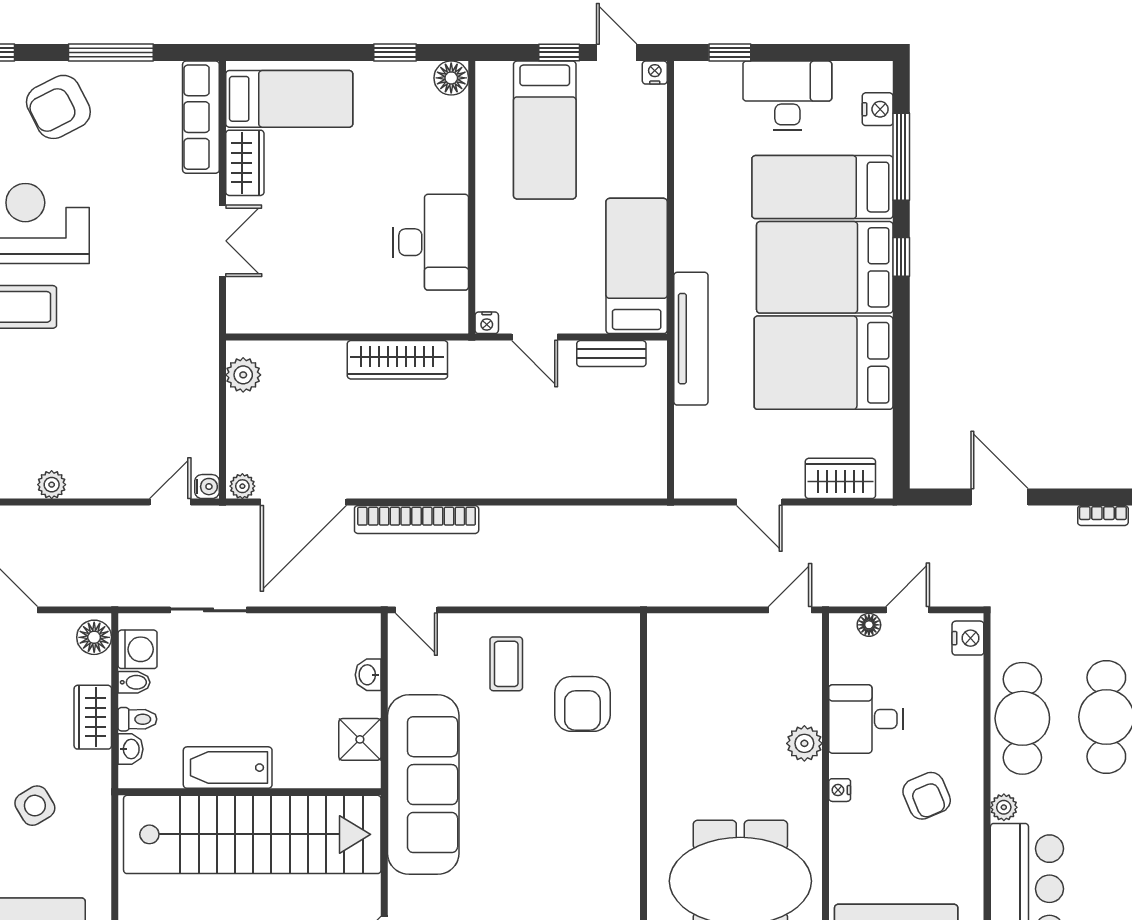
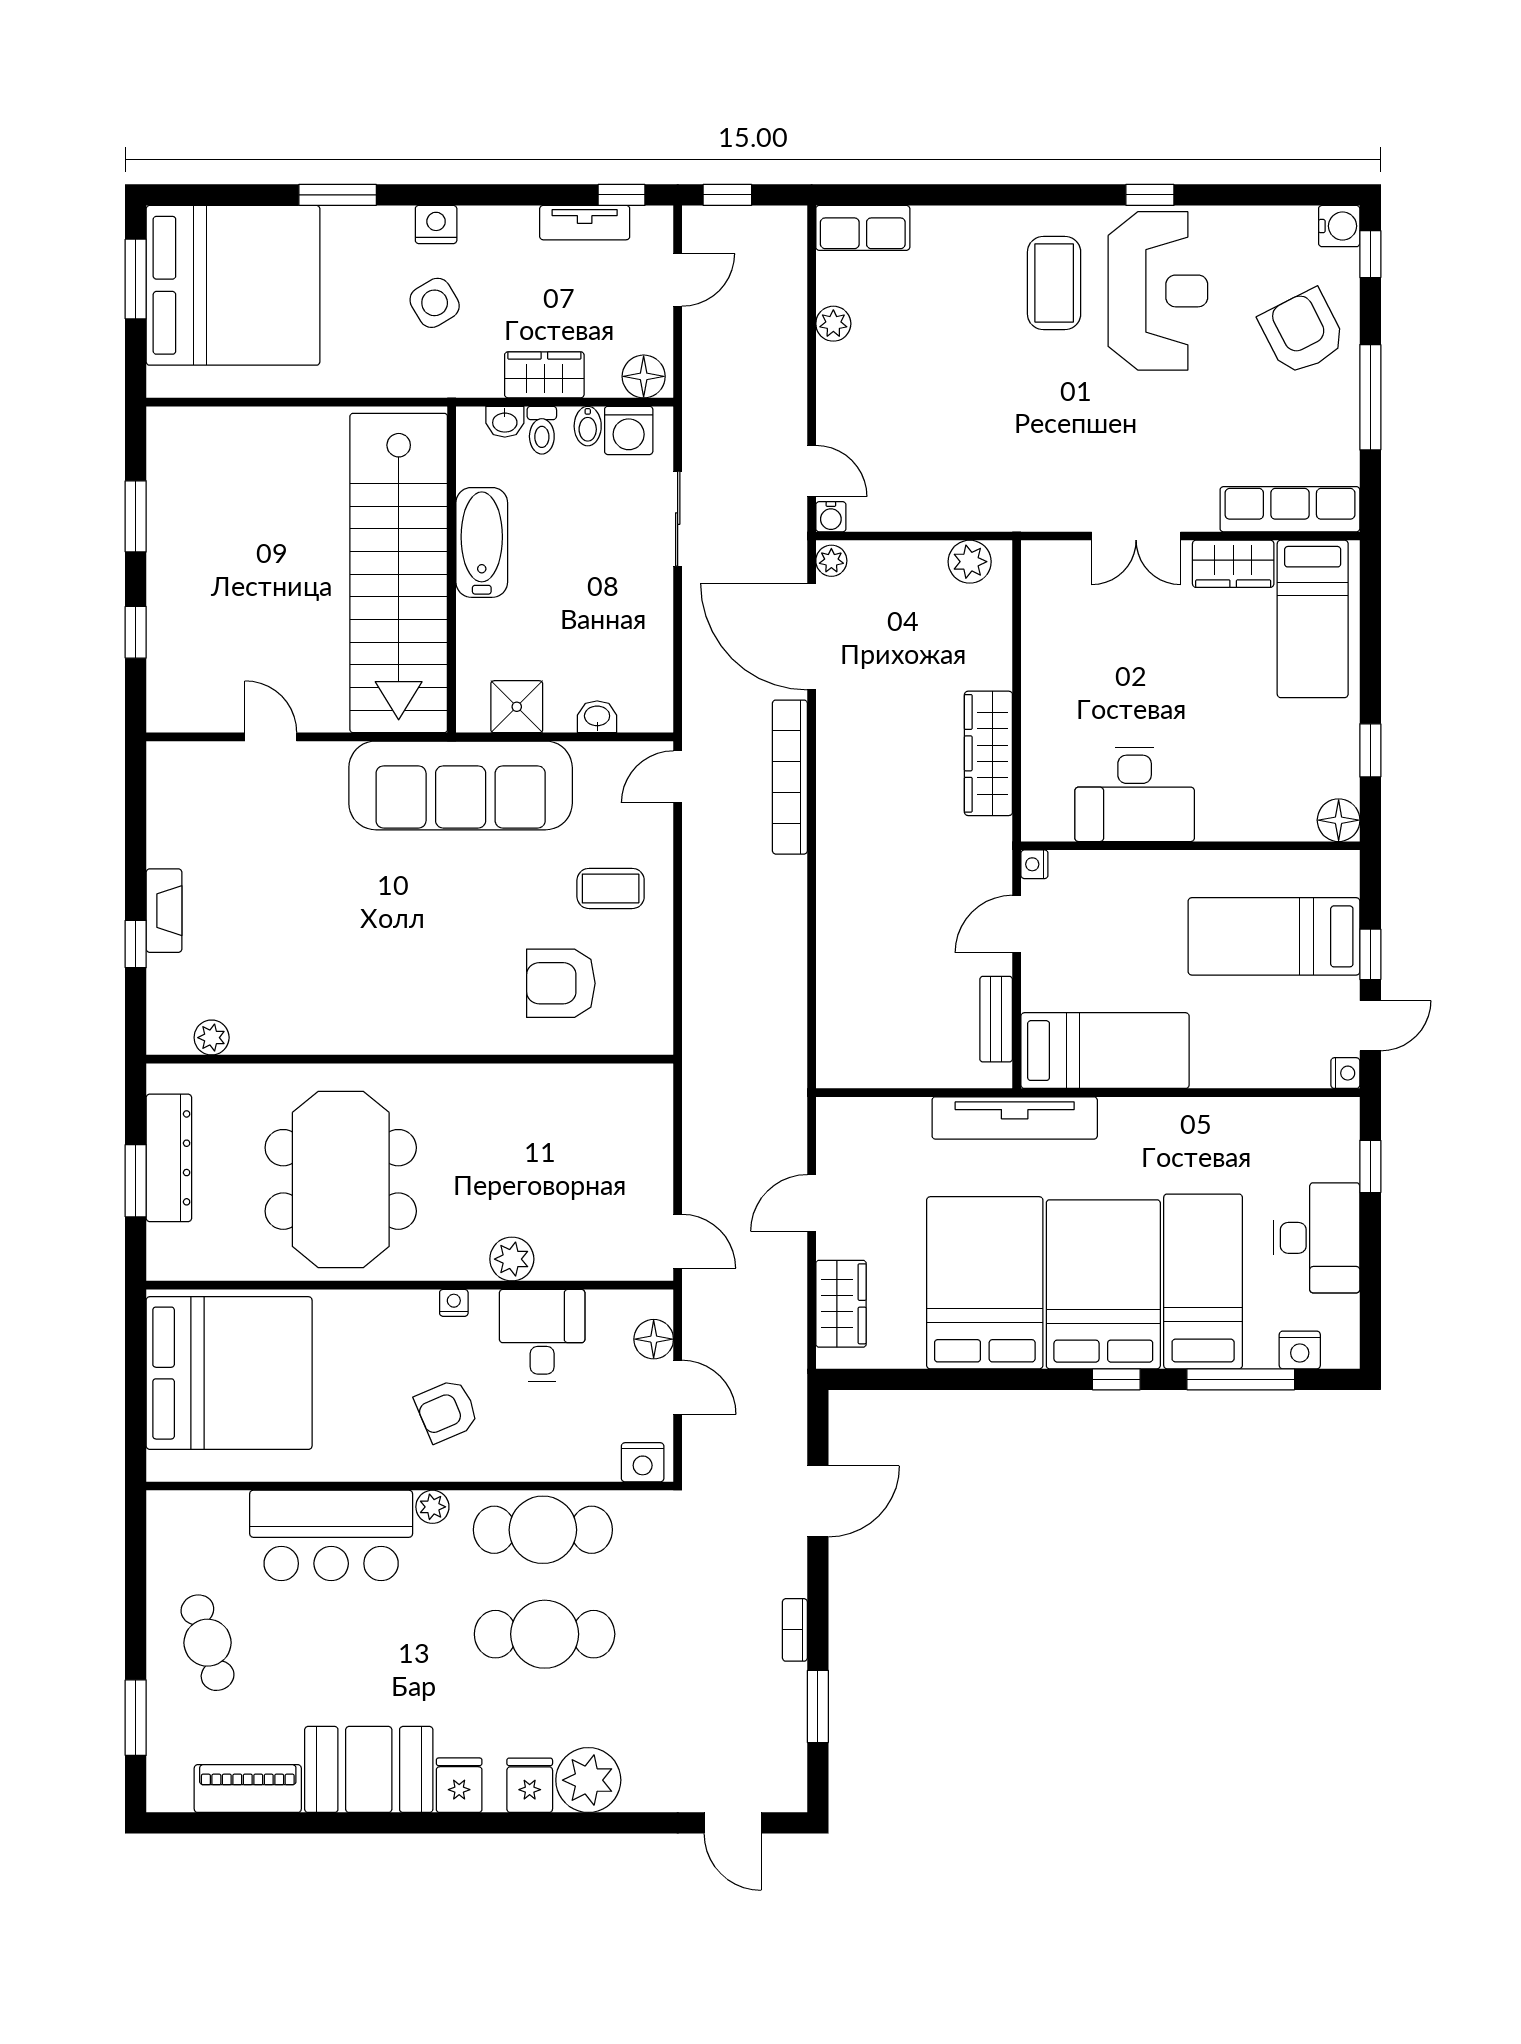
floor lamp: (869, 625) -> (654, 1339), width x1.37, depth x1.37

